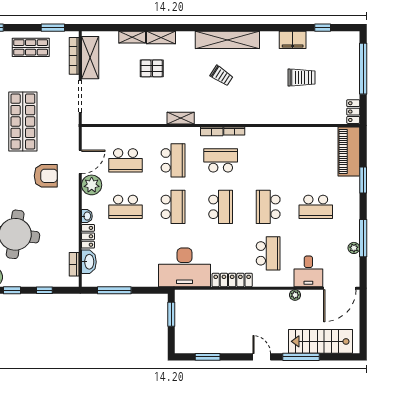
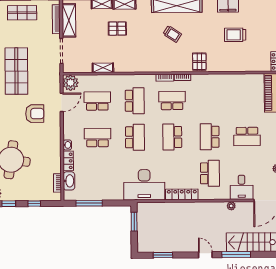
trolley: (301, 77) -> (235, 35), turned 180
pallet: (256, 111) -> (199, 62), added
shelving: (181, 118) -> (103, 68), moved
school desk: (126, 160) -> (97, 101), turned 180
plant: (92, 185) -> (70, 83), moved
school desk: (126, 207) -> (98, 138), turned 180
school desk: (221, 207) -> (172, 137), turned 180

